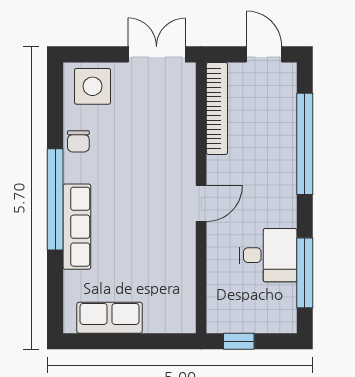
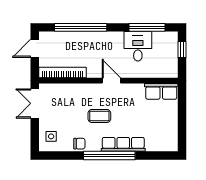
side table: (93, 86) -> (51, 136), width x0.54, depth x0.54
coffee table: (132, 180) -> (99, 116), added
row of seats: (110, 318) -> (161, 91), moved, turned -90
window: (239, 341) -> (182, 50), moved

